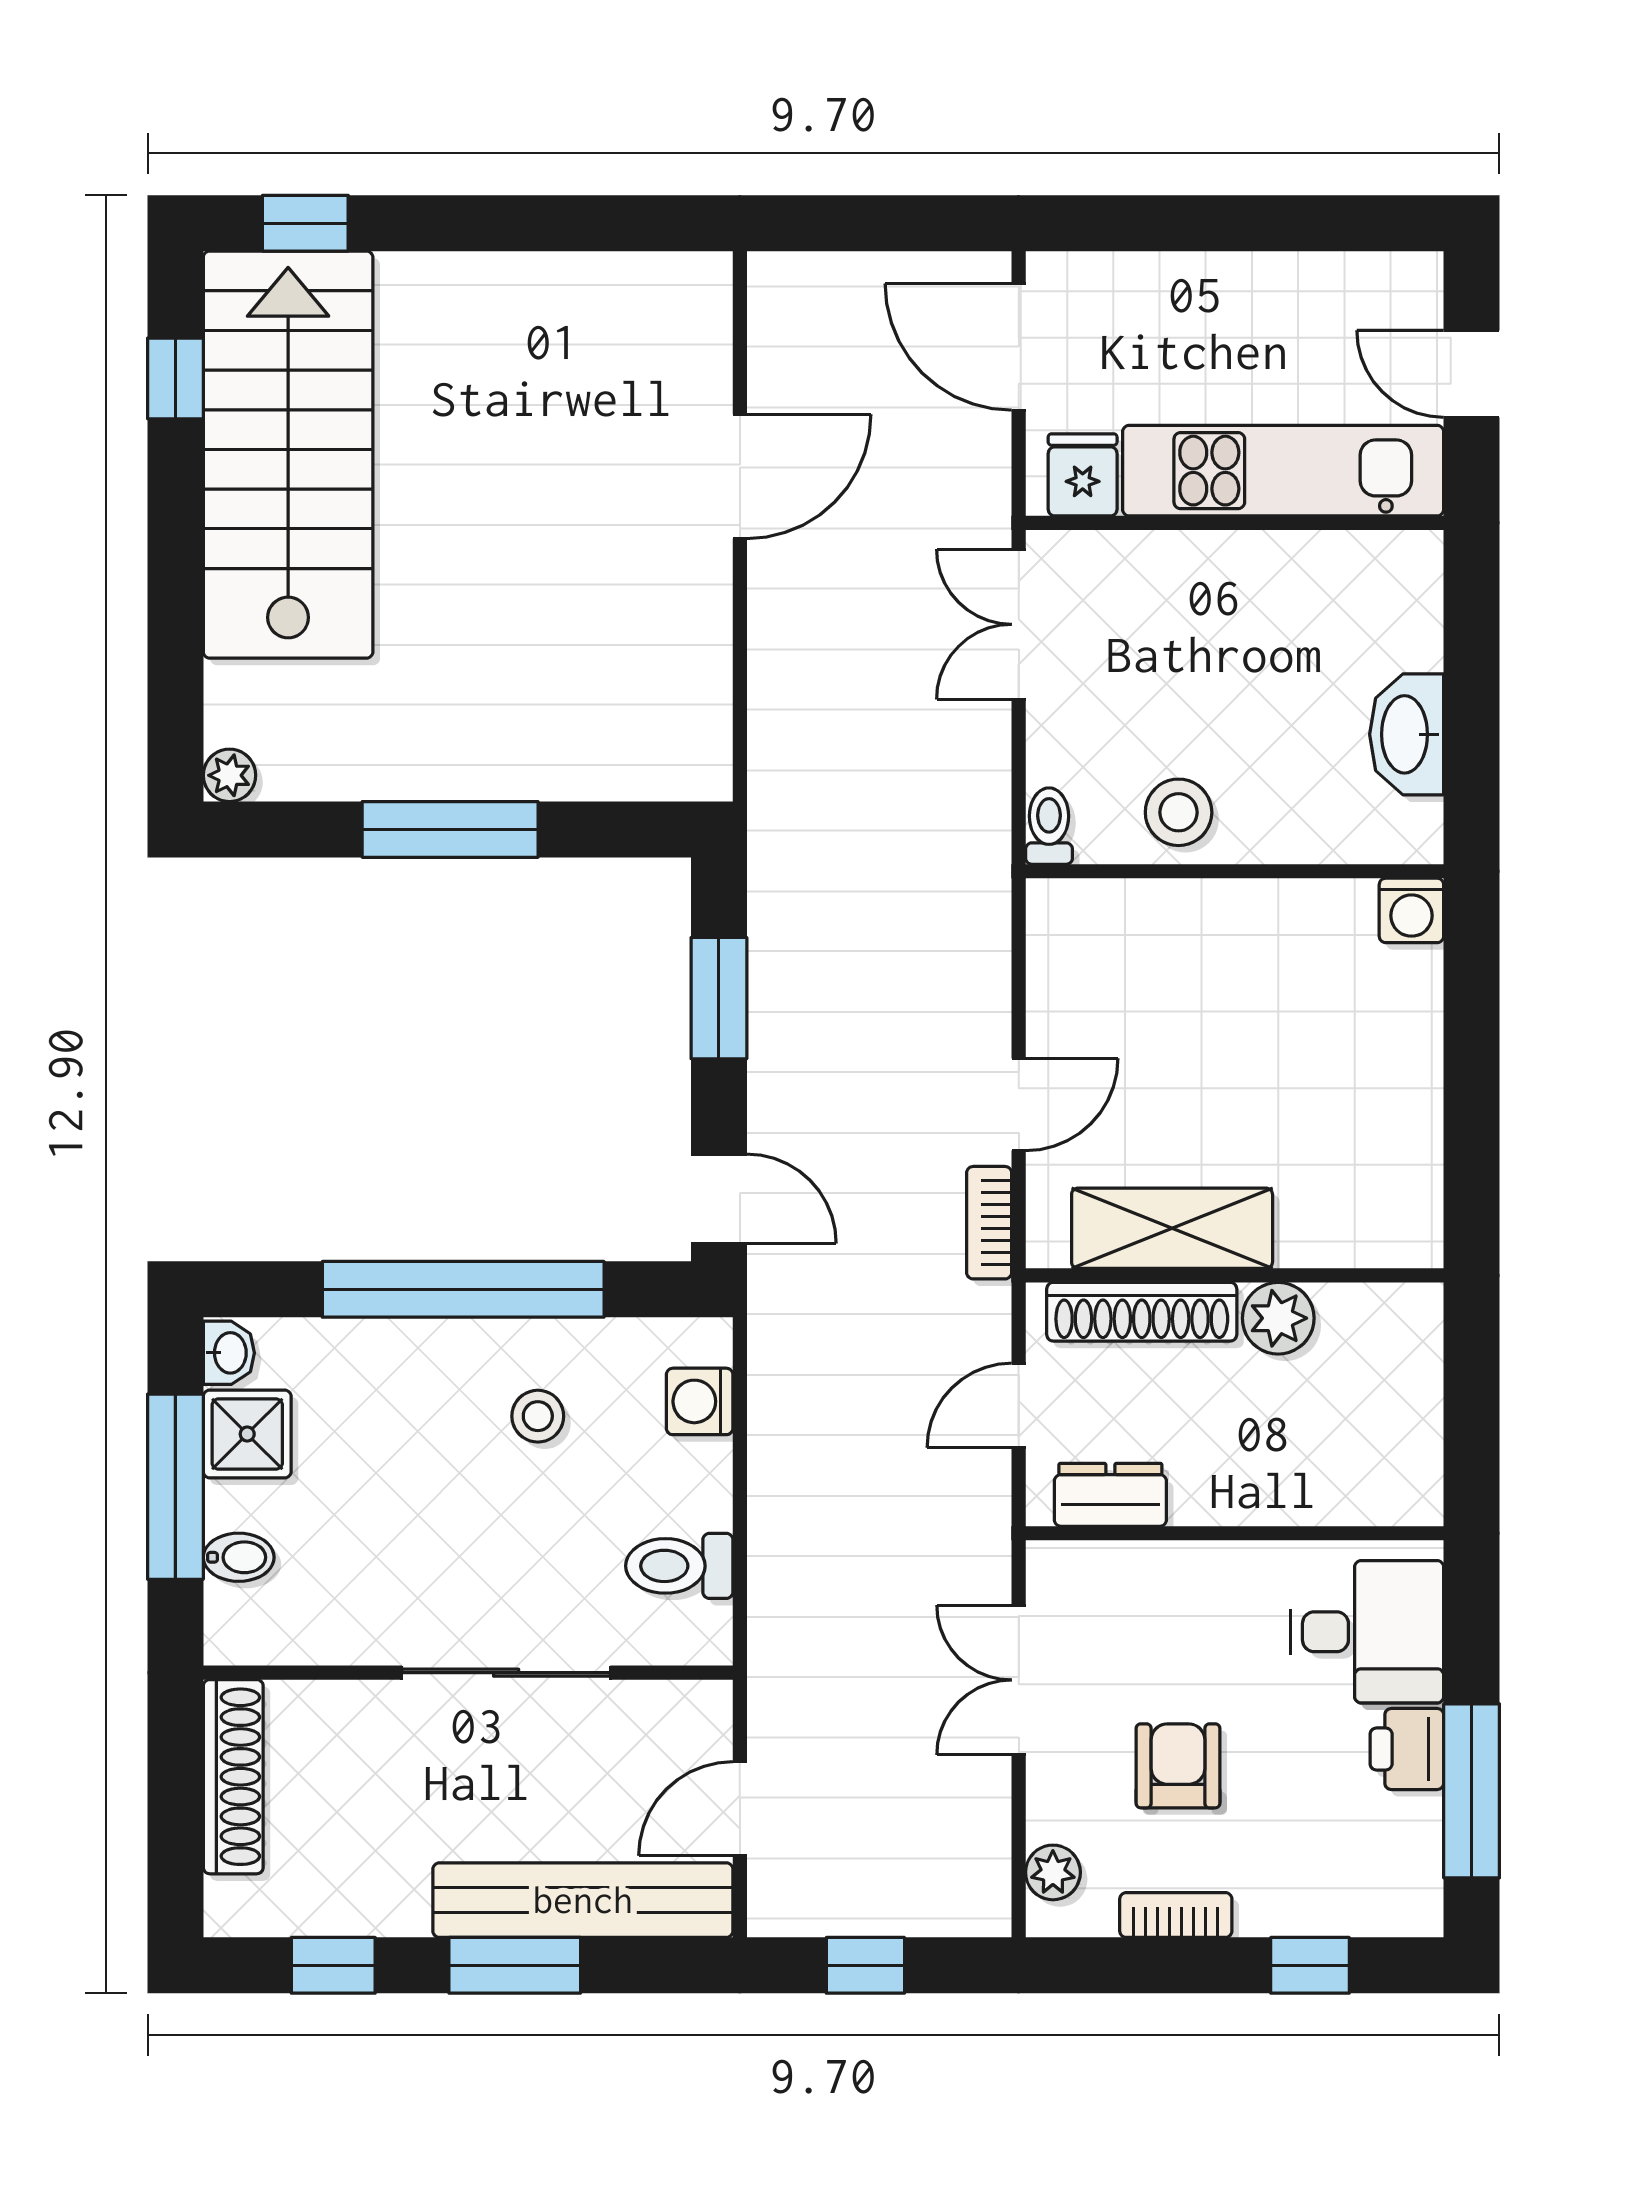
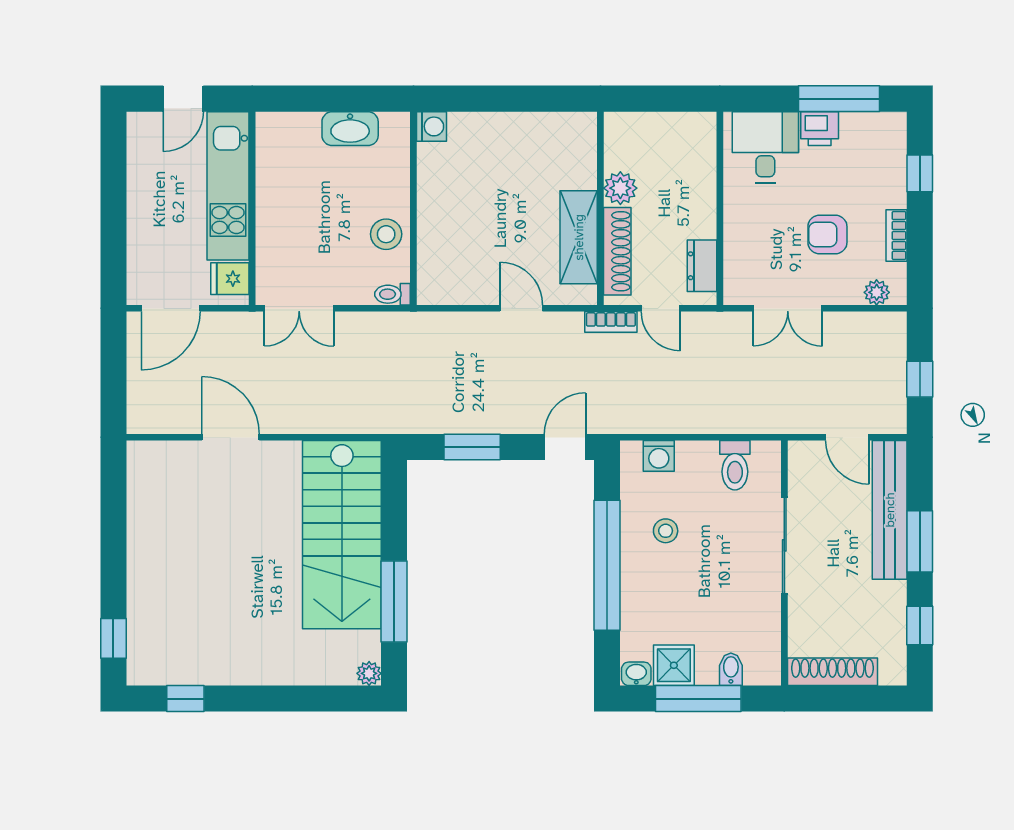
stairs: (288, 455) -> (342, 535), moved, turned -90
window: (450, 829) -> (394, 602), moved
bookcase: (989, 1223) -> (611, 322), moved

